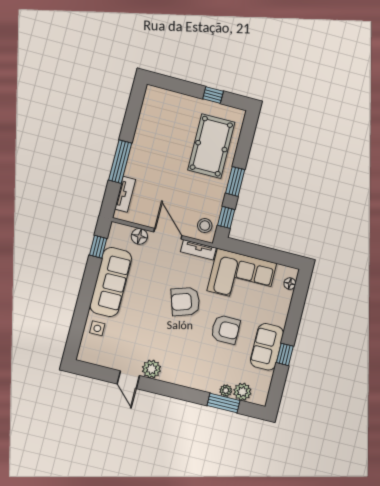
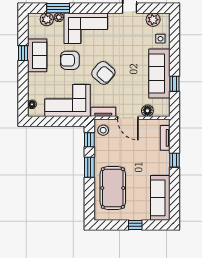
window: (213, 95) -> (135, 225), moved
sofa: (152, 117) -> (160, 198), added
window: (120, 162) -> (174, 160), width x0.46
window: (98, 247) -> (174, 84), moved
armchair: (185, 302) -> (103, 73), turned 59
corner sofa: (194, 367) -> (86, 28), added
plant: (151, 369) -> (153, 20), moved

